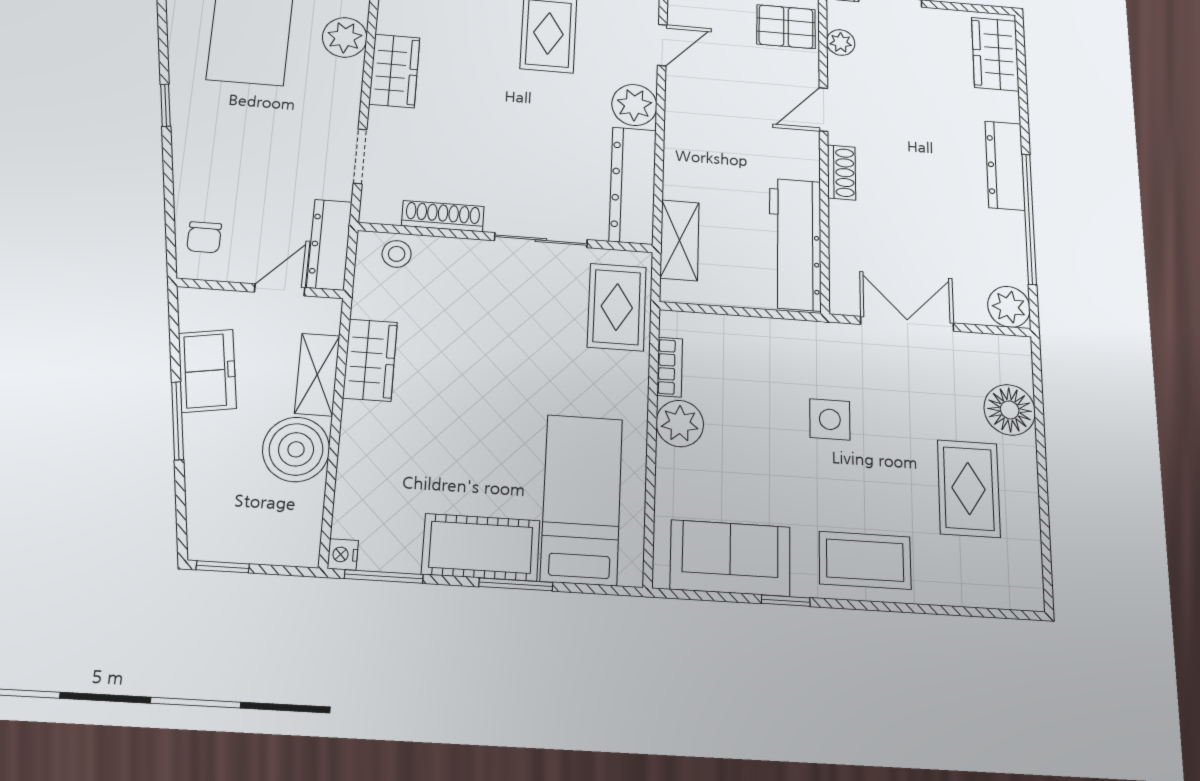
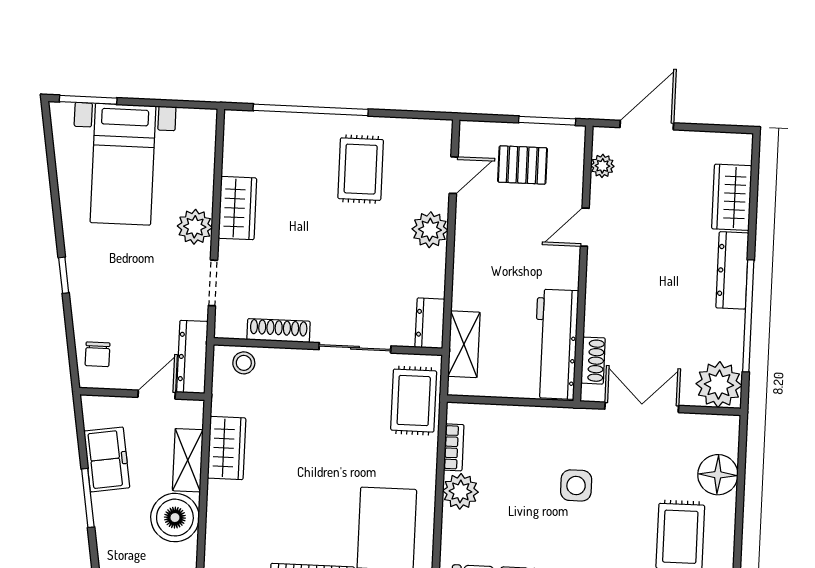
pallet: (786, 27) -> (523, 165), moved
plant: (345, 37) -> (195, 227), moved
wardrobe: (995, 54) -> (732, 197), moved
window: (165, 105) -> (64, 275), moved
shoe rack: (842, 172) -> (593, 361), moved
dresser: (633, 185) -> (430, 323), width x0.51, depth x0.80
plant: (1009, 307) -> (719, 385), width x1.36, depth x1.36

